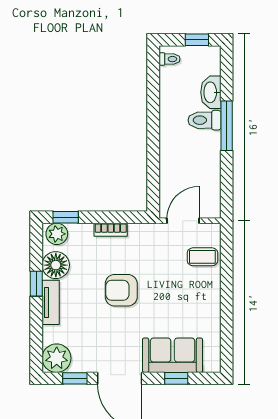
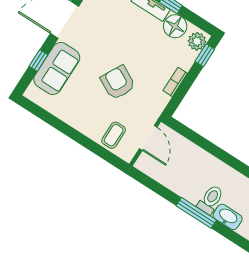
armchair: (121, 290) -> (118, 83), moved, turned -62

